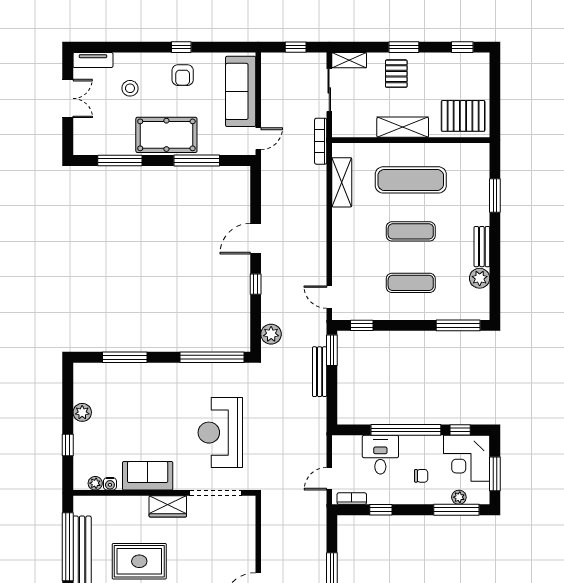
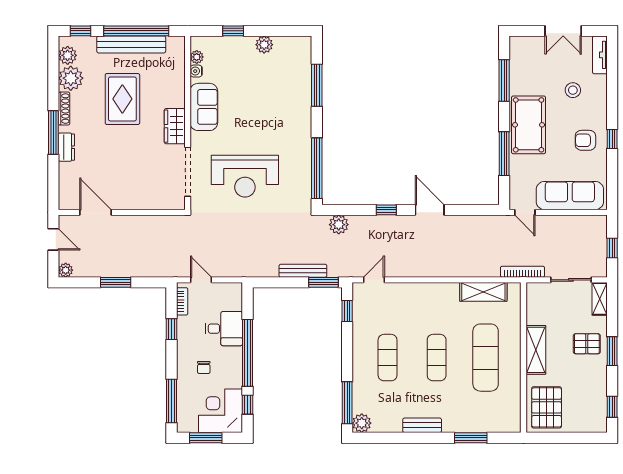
plant: (480, 278) -> (362, 423), moved
reception desk: (220, 433) -> (245, 176), turned 180
plant: (459, 497) -> (183, 403), removed

